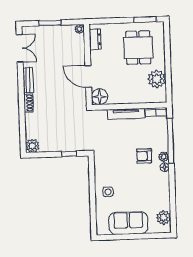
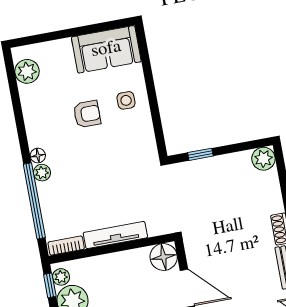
window: (169, 90) -> (50, 285), added
plant: (161, 94) -> (61, 277), added
armchair: (144, 156) -> (87, 114), moved
sofa: (128, 223) -> (106, 49), moved

